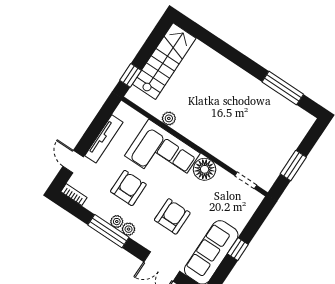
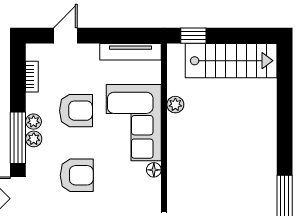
tv unit: (104, 139) -> (131, 52), moved
floor lamp: (205, 169) -> (154, 170), width x0.53, depth x0.53
bookcase: (74, 195) -> (32, 77), moved
window: (108, 231) -> (18, 138), moved

